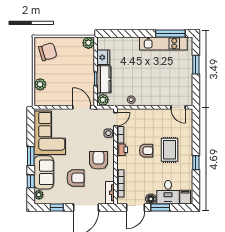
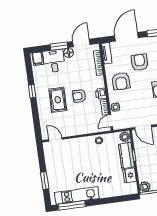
armchair: (76, 178) -> (140, 62), turned 90

